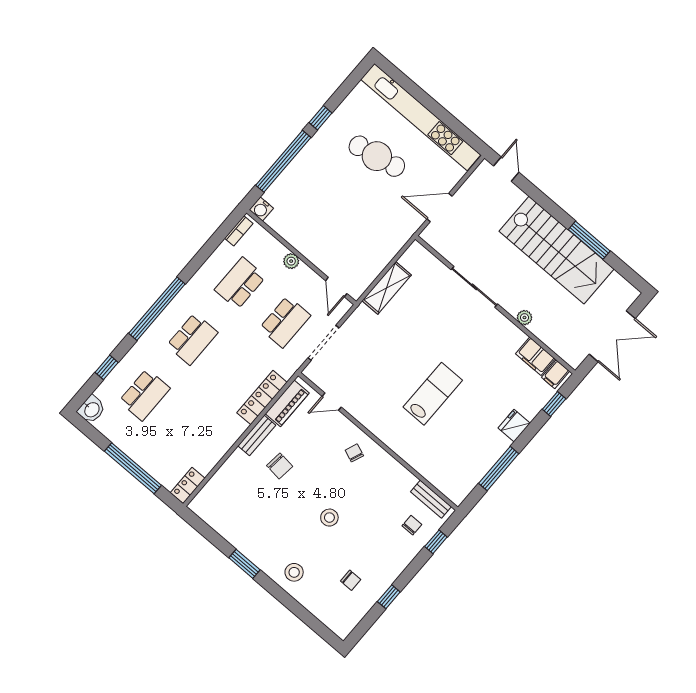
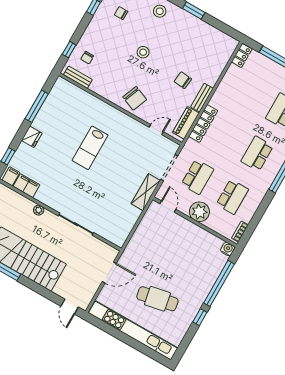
plant: (291, 261) -> (199, 212), width x1.88, depth x1.88
shelving: (387, 288) -> (146, 192), moved
school desk: (285, 322) -> (197, 177), turned 180
chair: (354, 453) -> (135, 98), width x1.87, depth x1.87

